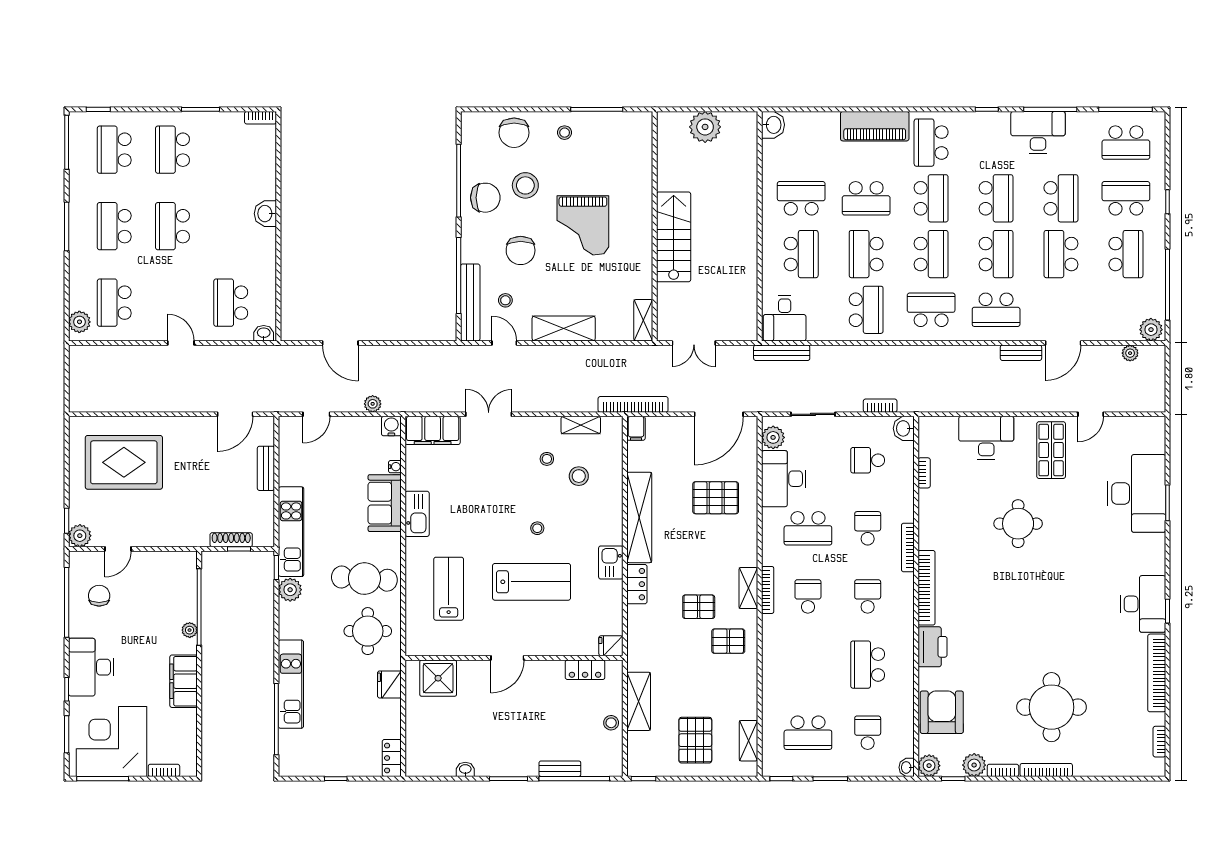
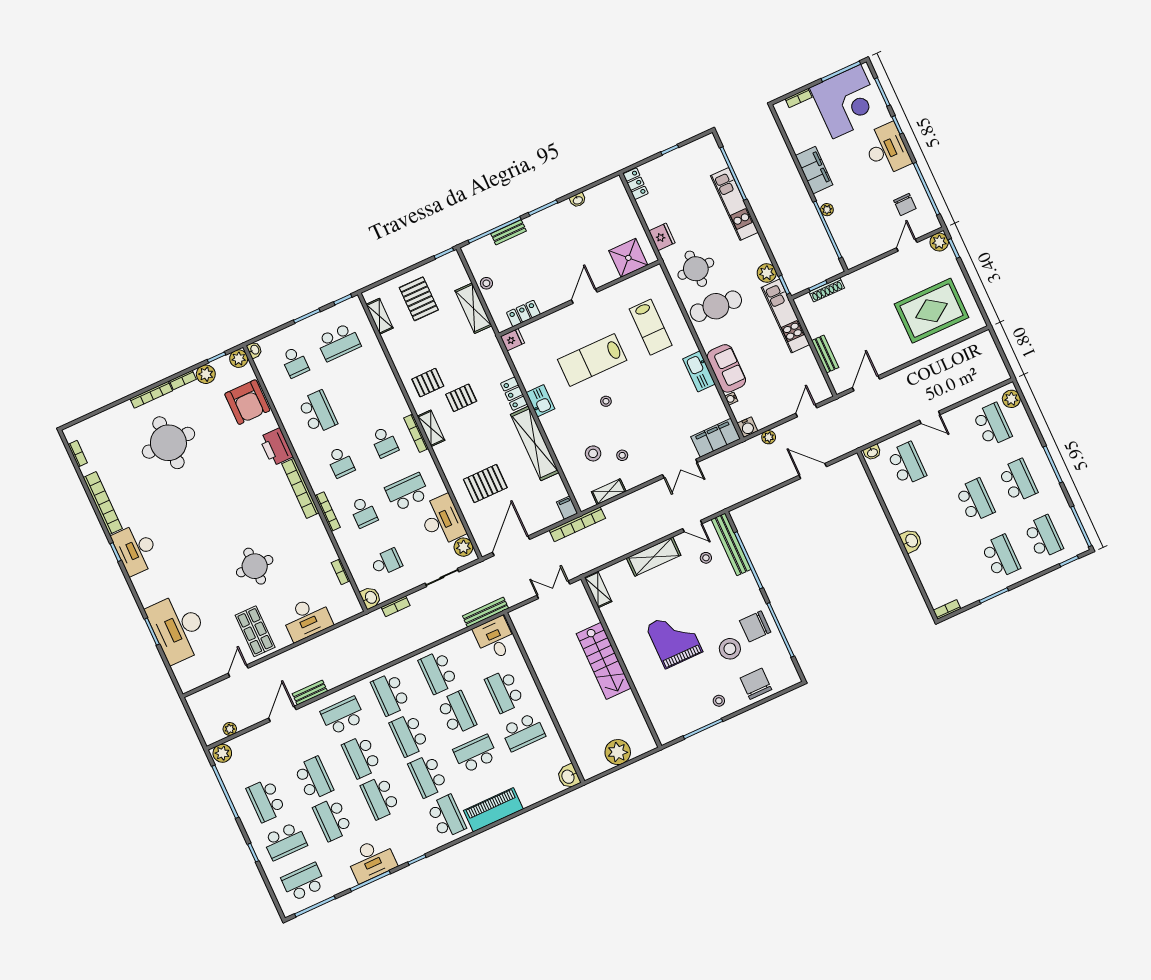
chair: (521, 250) -> (712, 599), removed
school desk: (931, 310) -> (390, 694), turned 90
school desk: (808, 733) -> (339, 342), turned 180

